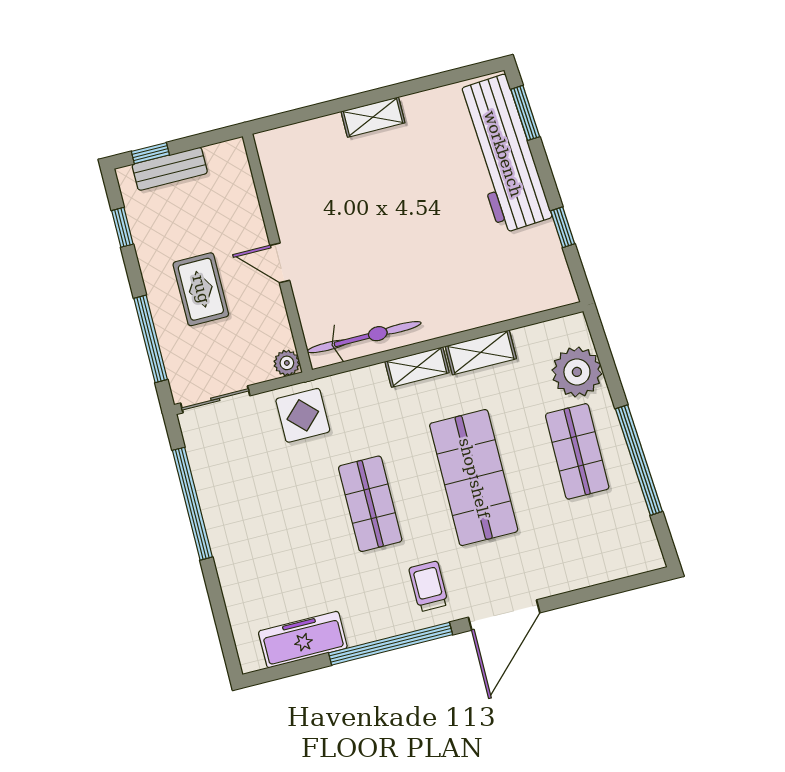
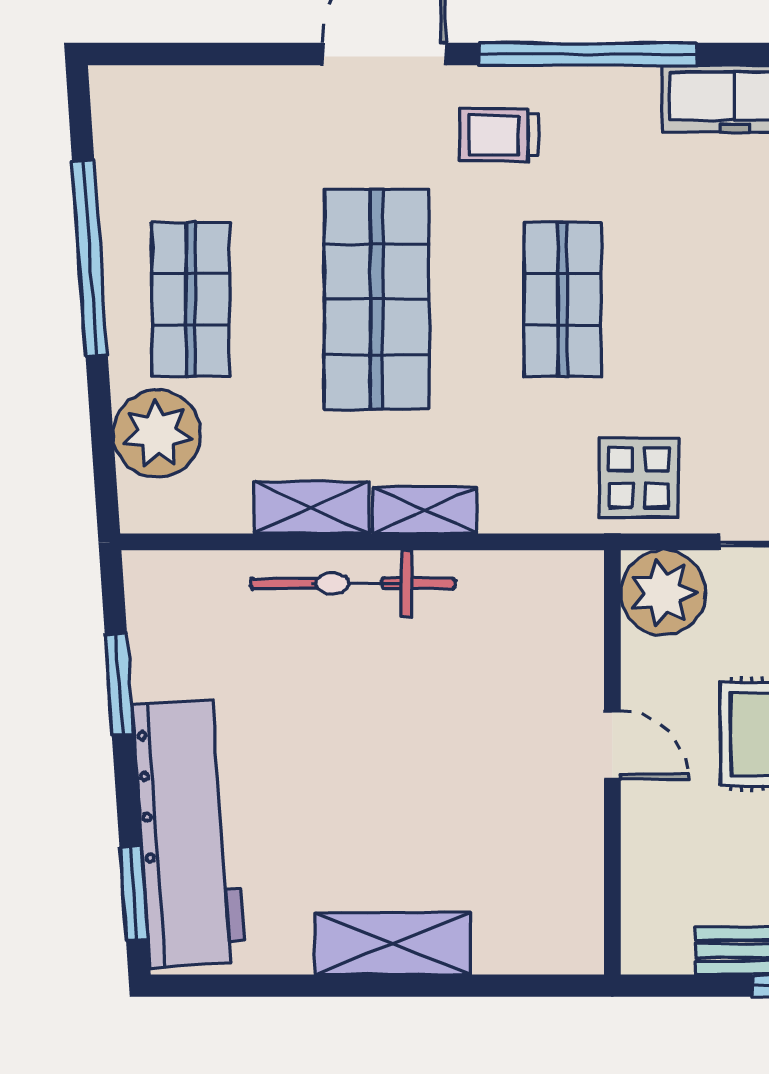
shelving: (373, 117) -> (393, 944), width x1.50, depth x1.33
window: (563, 227) -> (119, 684), width x1.50
bicycle: (364, 337) -> (353, 583), moved
plant: (287, 363) -> (663, 593), width x1.87, depth x1.87
trolley: (429, 586) -> (499, 135), turned 90

